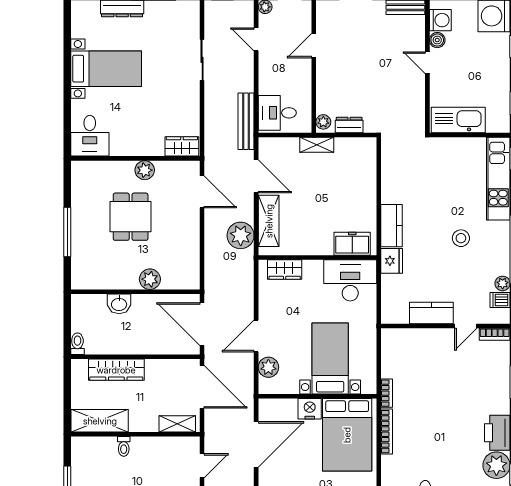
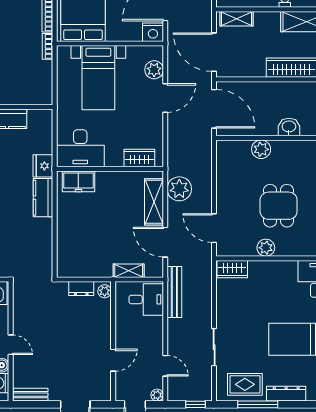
rug: (168, 19) -> (245, 384), added
shelving: (317, 145) -> (129, 271), moved
nightstand: (310, 409) -> (153, 32), moved

